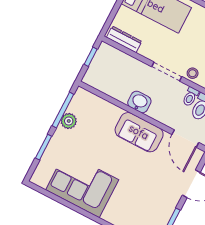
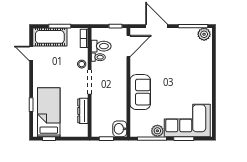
dresser: (124, 39) -> (83, 111), moved
washbasin: (139, 102) -> (120, 129), moved
sofa: (139, 132) -> (140, 92), moved
corner sofa: (82, 185) -> (187, 120), moved, turned 90

